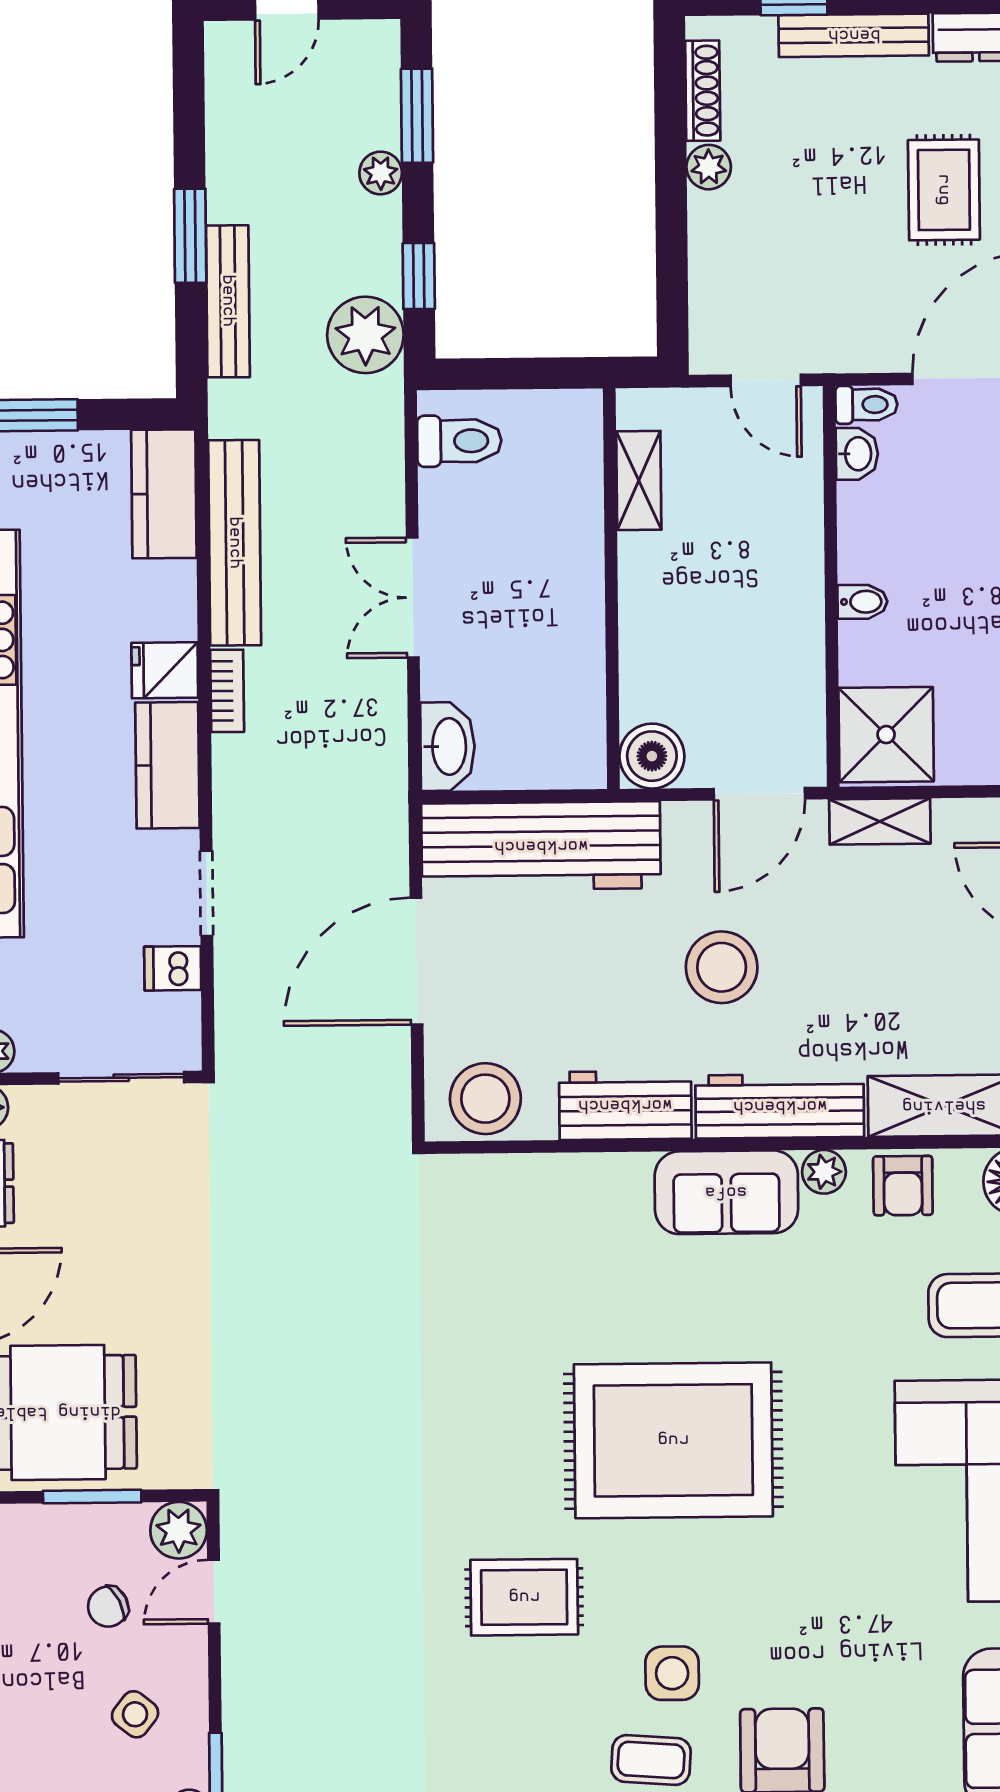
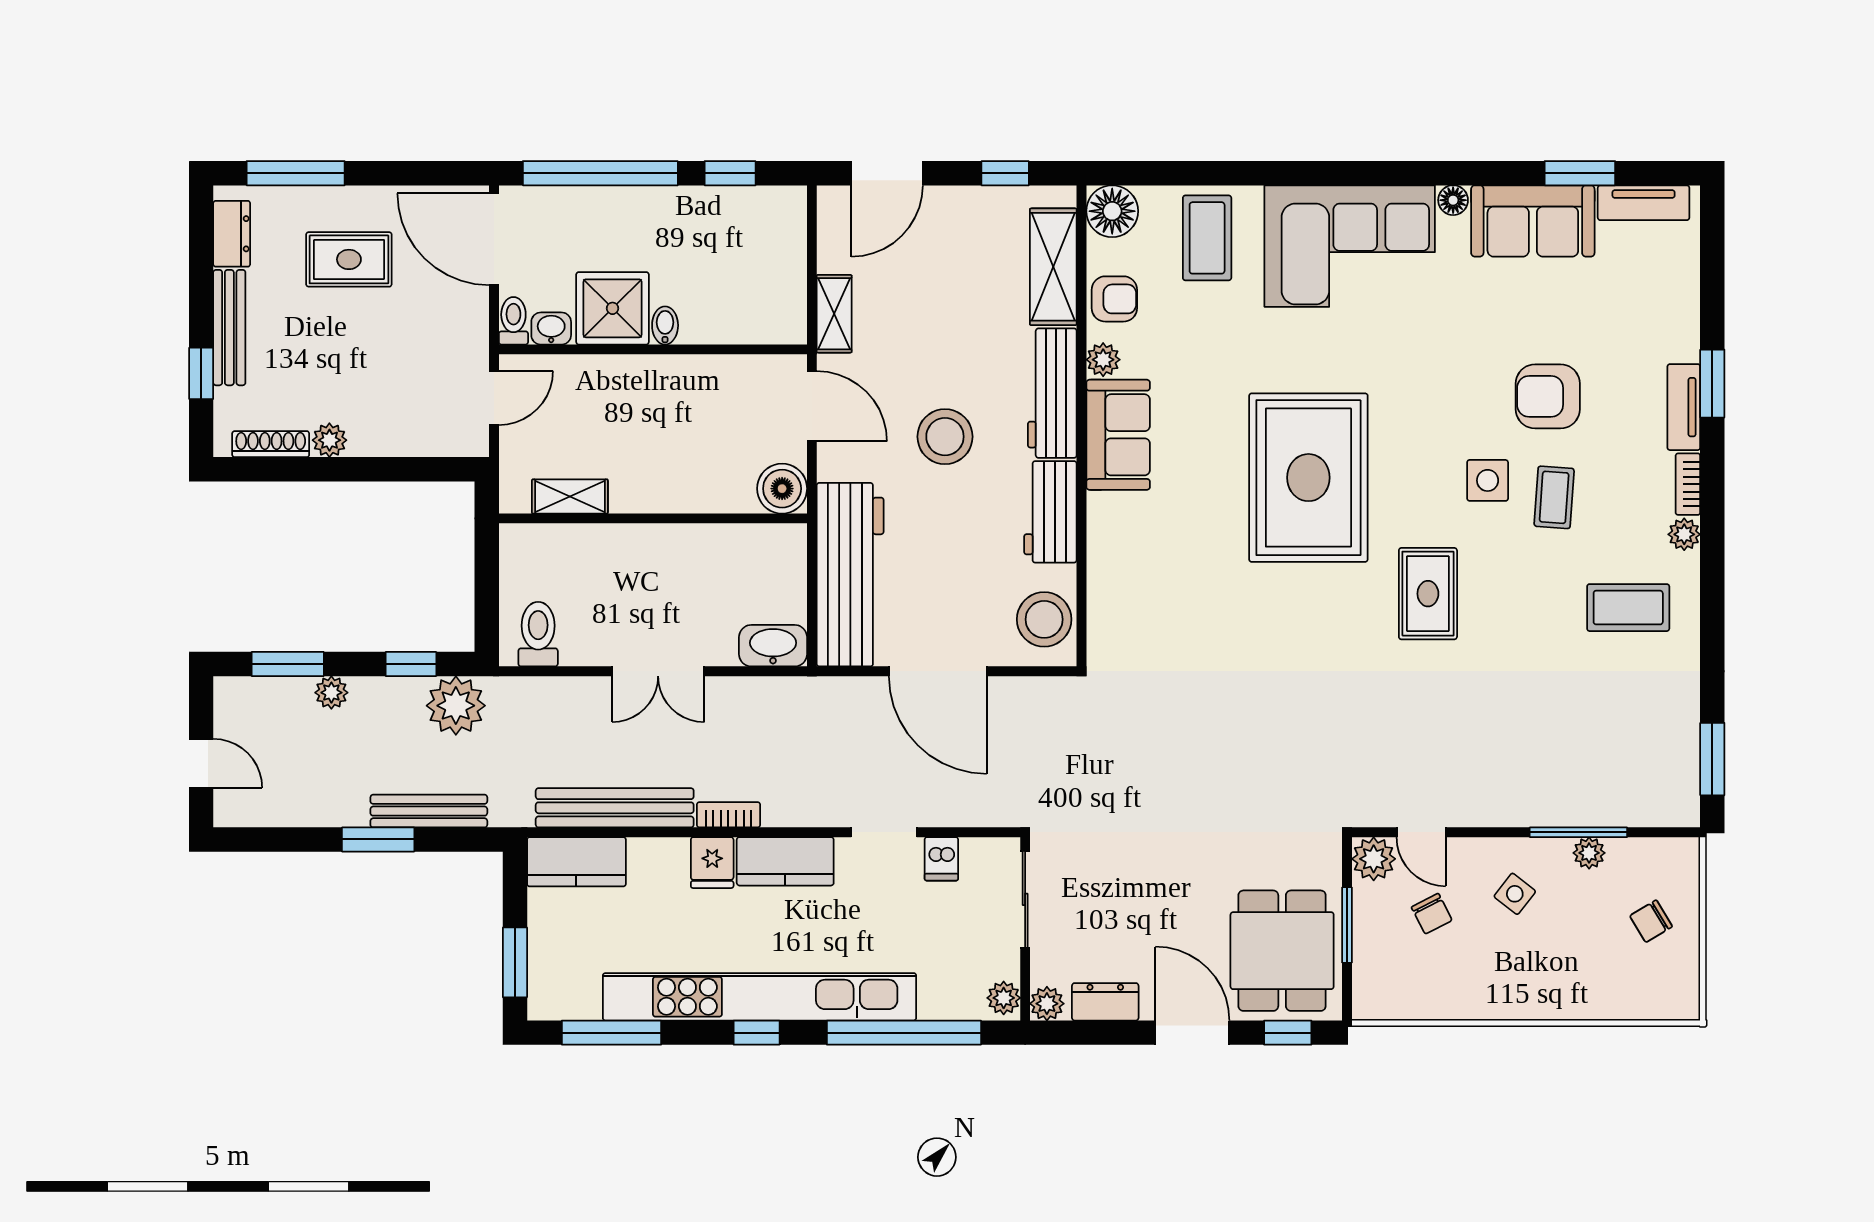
shower: (886, 735) -> (613, 308), moved

